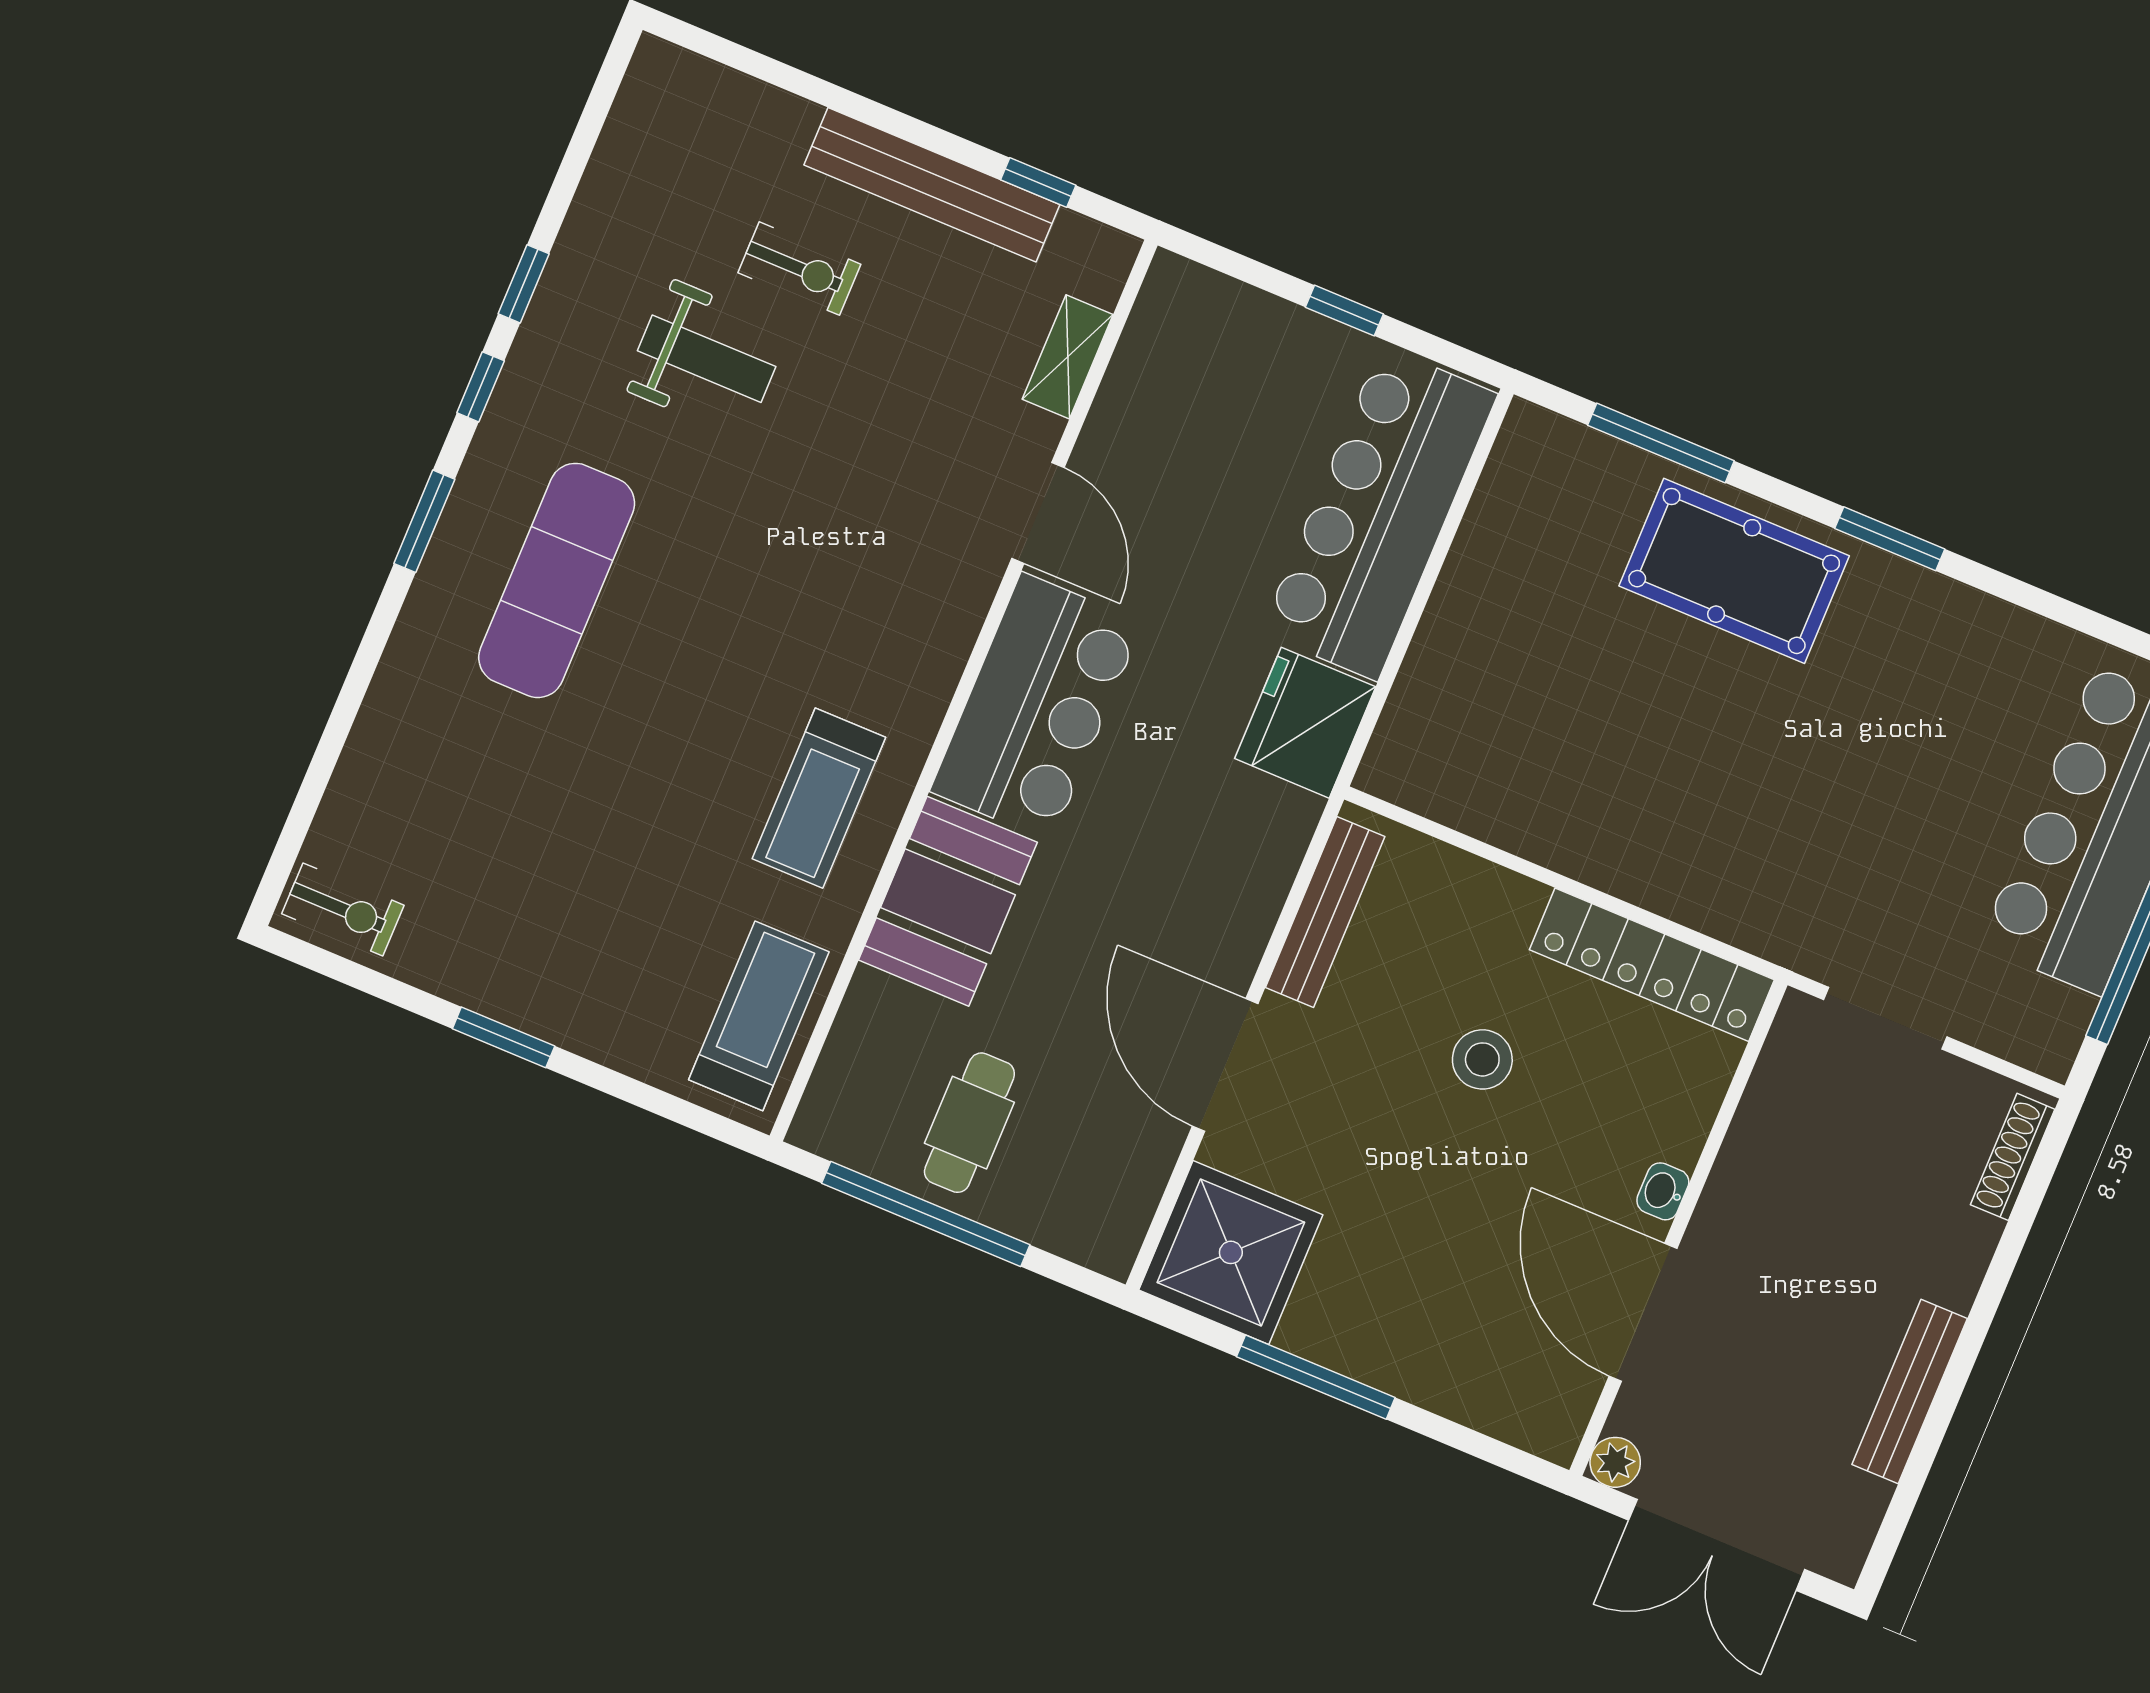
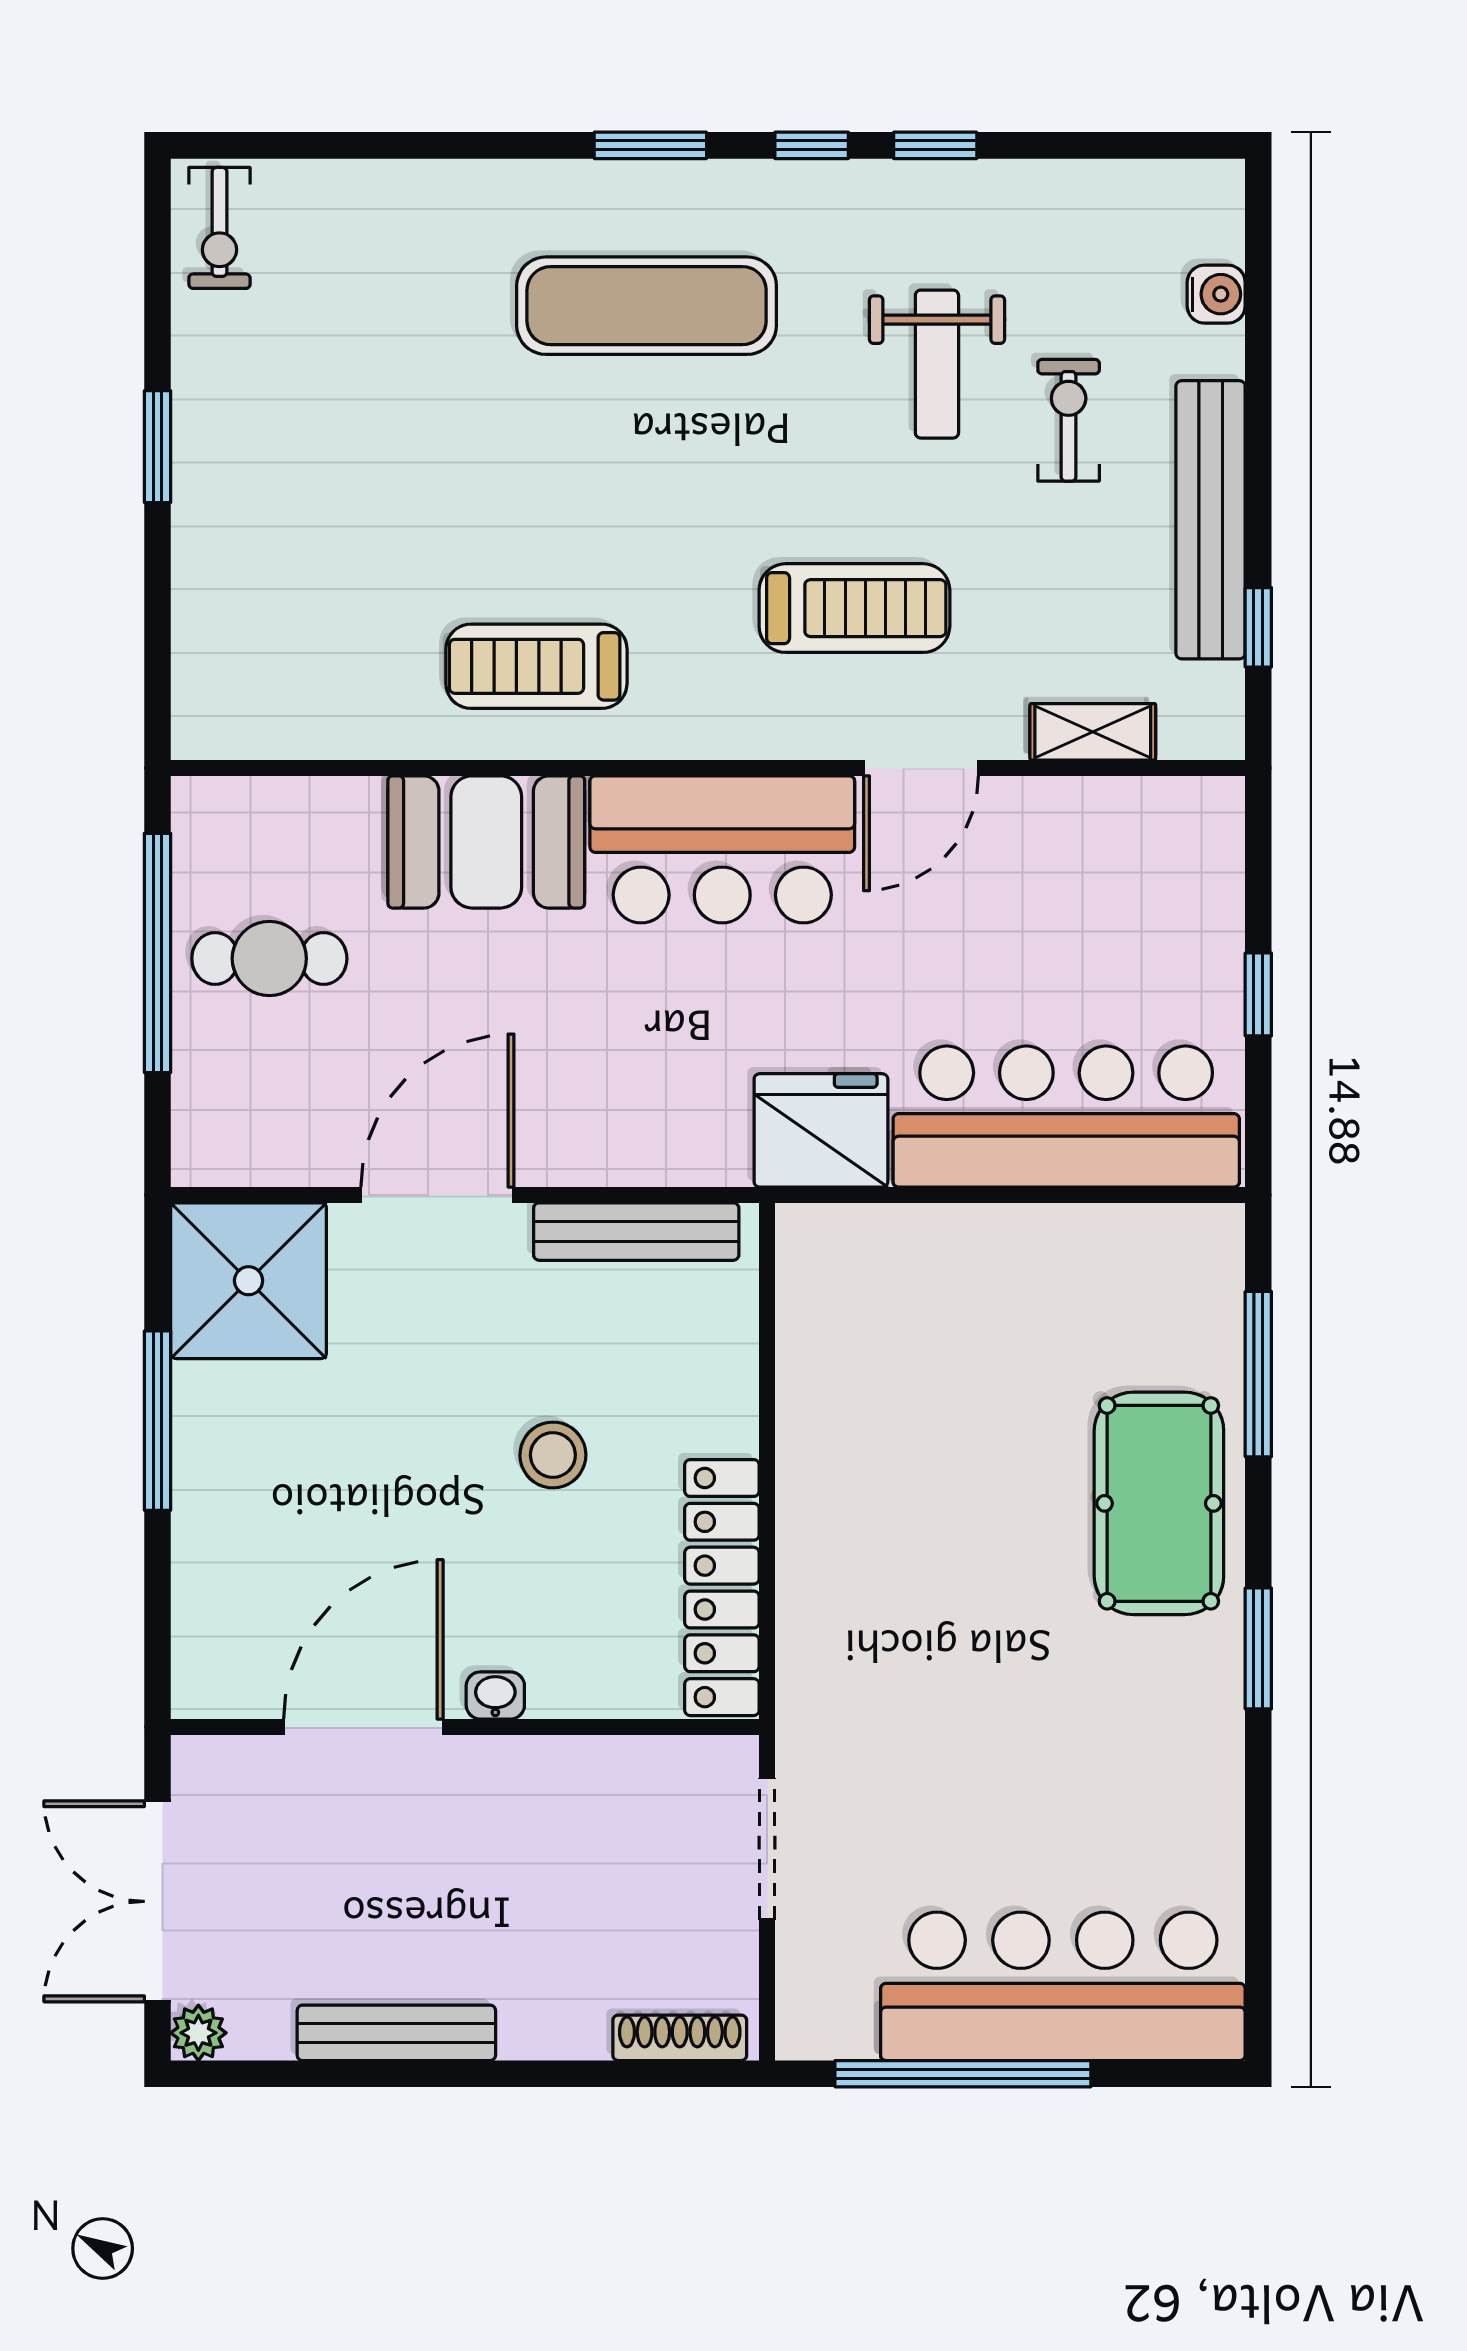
water cooler: (746, 101) -> (1216, 294), added
exercise bike: (799, 268) -> (1069, 420), turned 180
treadmill: (759, 1016) -> (854, 608), moved
plant: (1615, 1462) -> (198, 2033), moved

